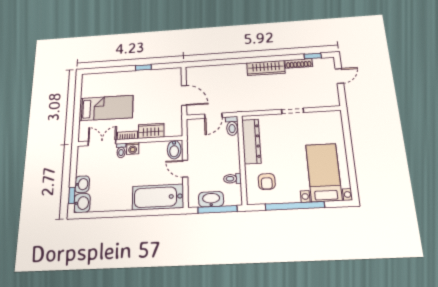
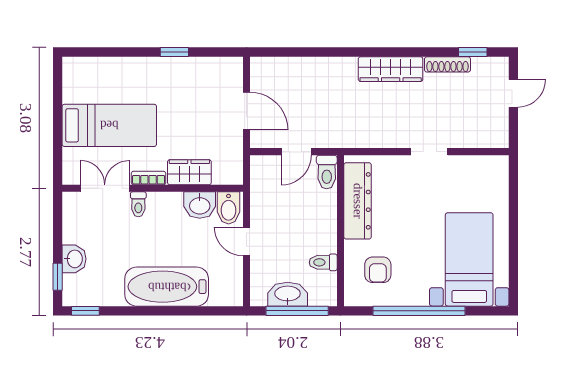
washing machine: (133, 149) -> (158, 202), removed
bathtub: (158, 197) -> (167, 287), moved
washbasin: (82, 203) -> (200, 205), moved, turned 90
window: (87, 215) -> (85, 311), added

